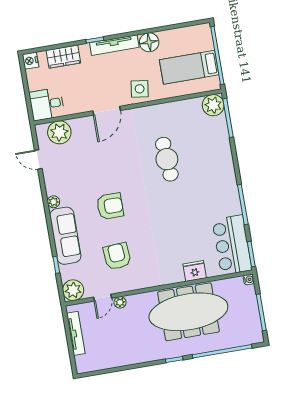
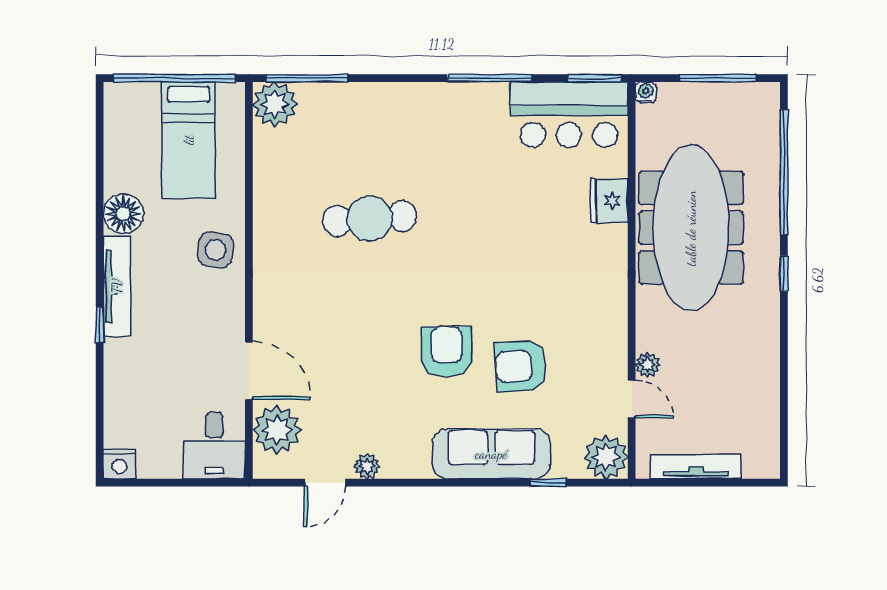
wardrobe: (63, 57) -> (123, 395), removed
door: (107, 111) -> (249, 371), moved
plant: (54, 202) -> (367, 466), moved
armchair: (117, 256) -> (521, 366), moved

